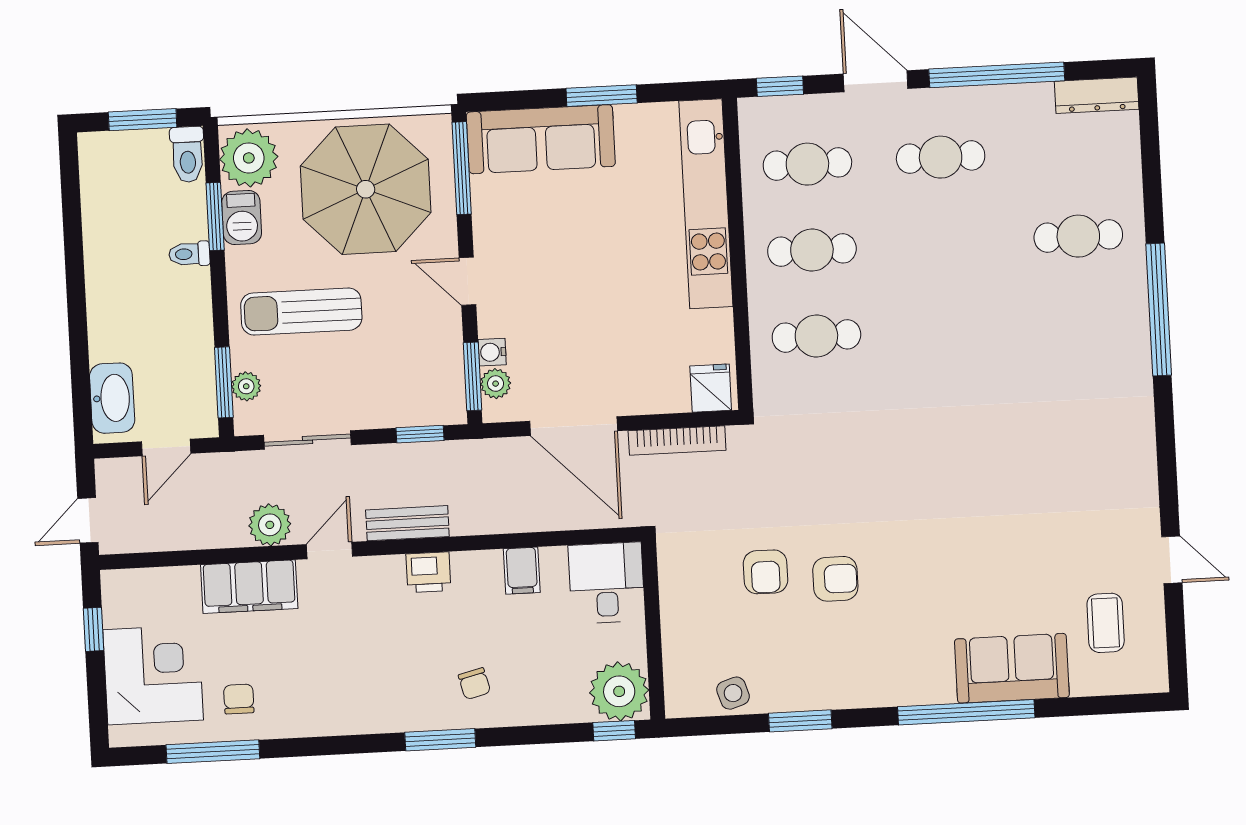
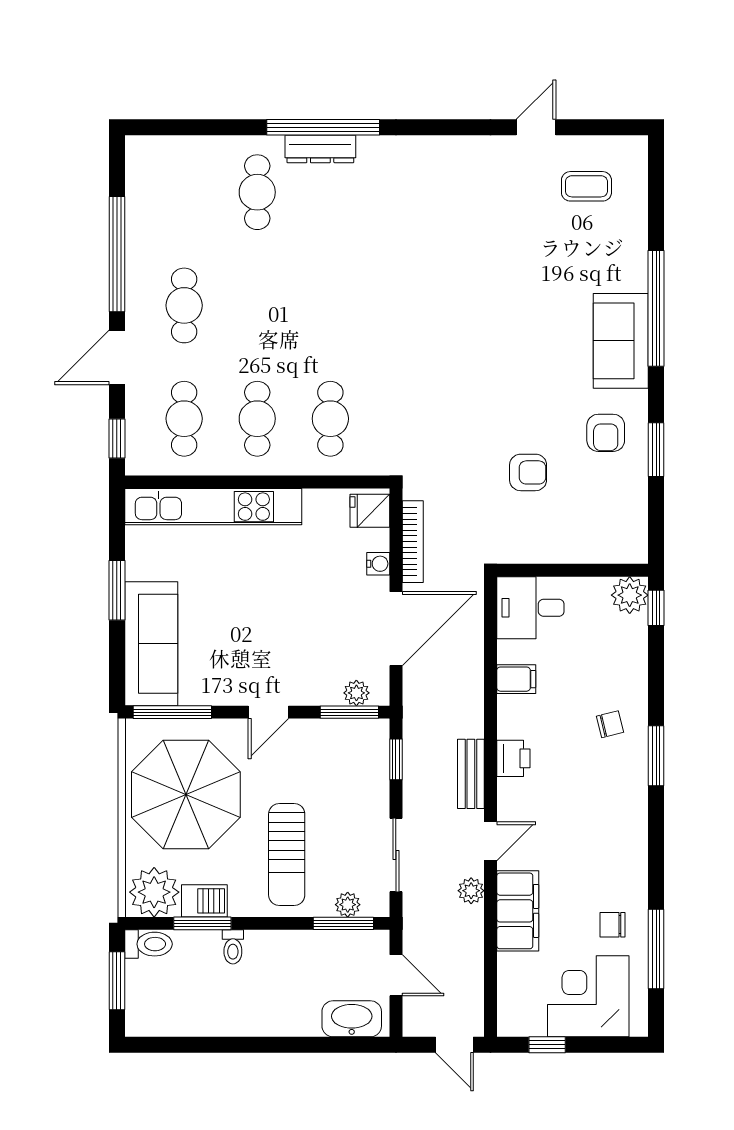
dresser: (1097, 95) -> (320, 149), moved, turned 90
water cooler: (492, 352) -> (378, 564), moved, turned -90
plant: (270, 525) -> (471, 891), width x0.73, depth x0.73
door: (329, 550) -> (491, 841), swing flipped
armchair: (835, 579) -> (606, 433), moved, turned 180
sofa: (1012, 668) -> (621, 341), moved
plant: (619, 691) -> (630, 595), width x0.73, depth x0.73
side table: (733, 693) -> (629, 505), removed

